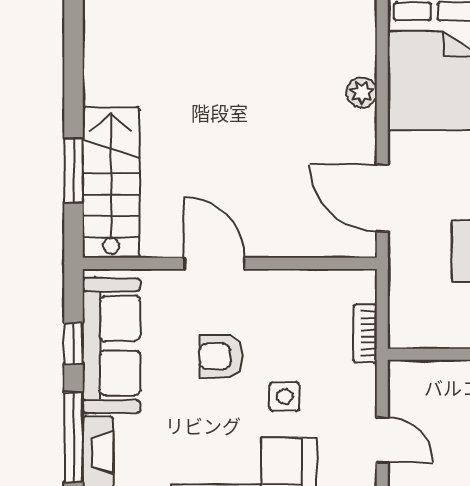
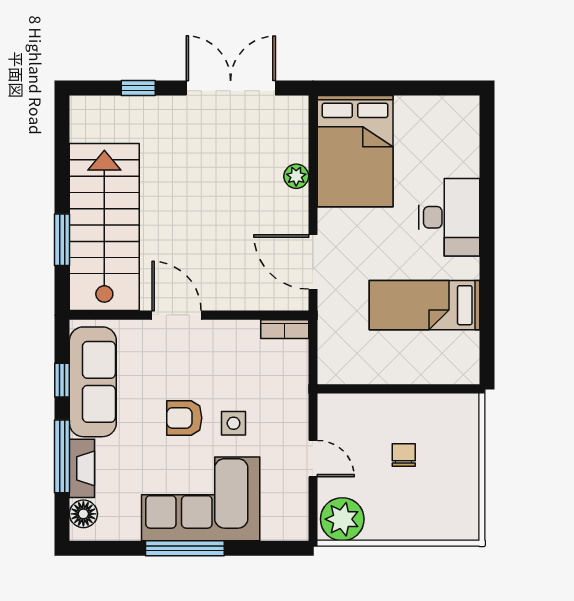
stairs: (111, 182) -> (104, 227), width x1.36, depth x1.51
bookcase: (365, 334) -> (285, 329), moved, turned -90
armchair: (221, 356) -> (184, 418), moved

